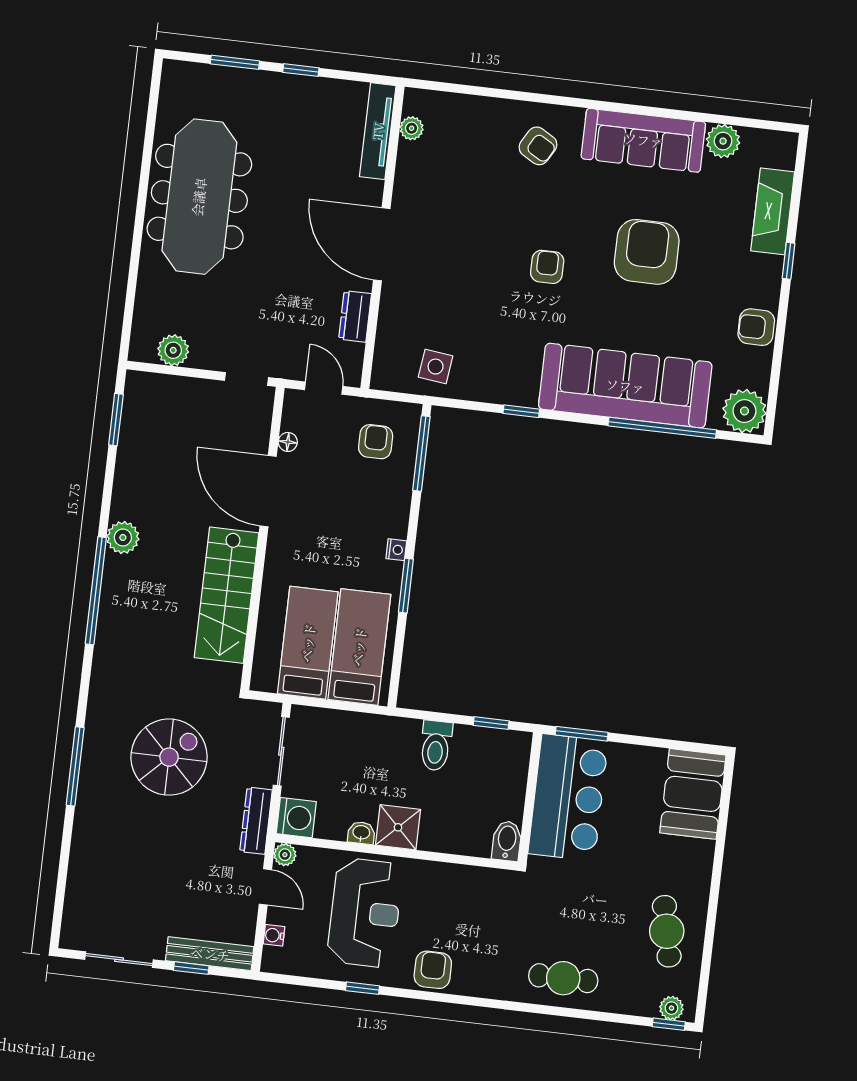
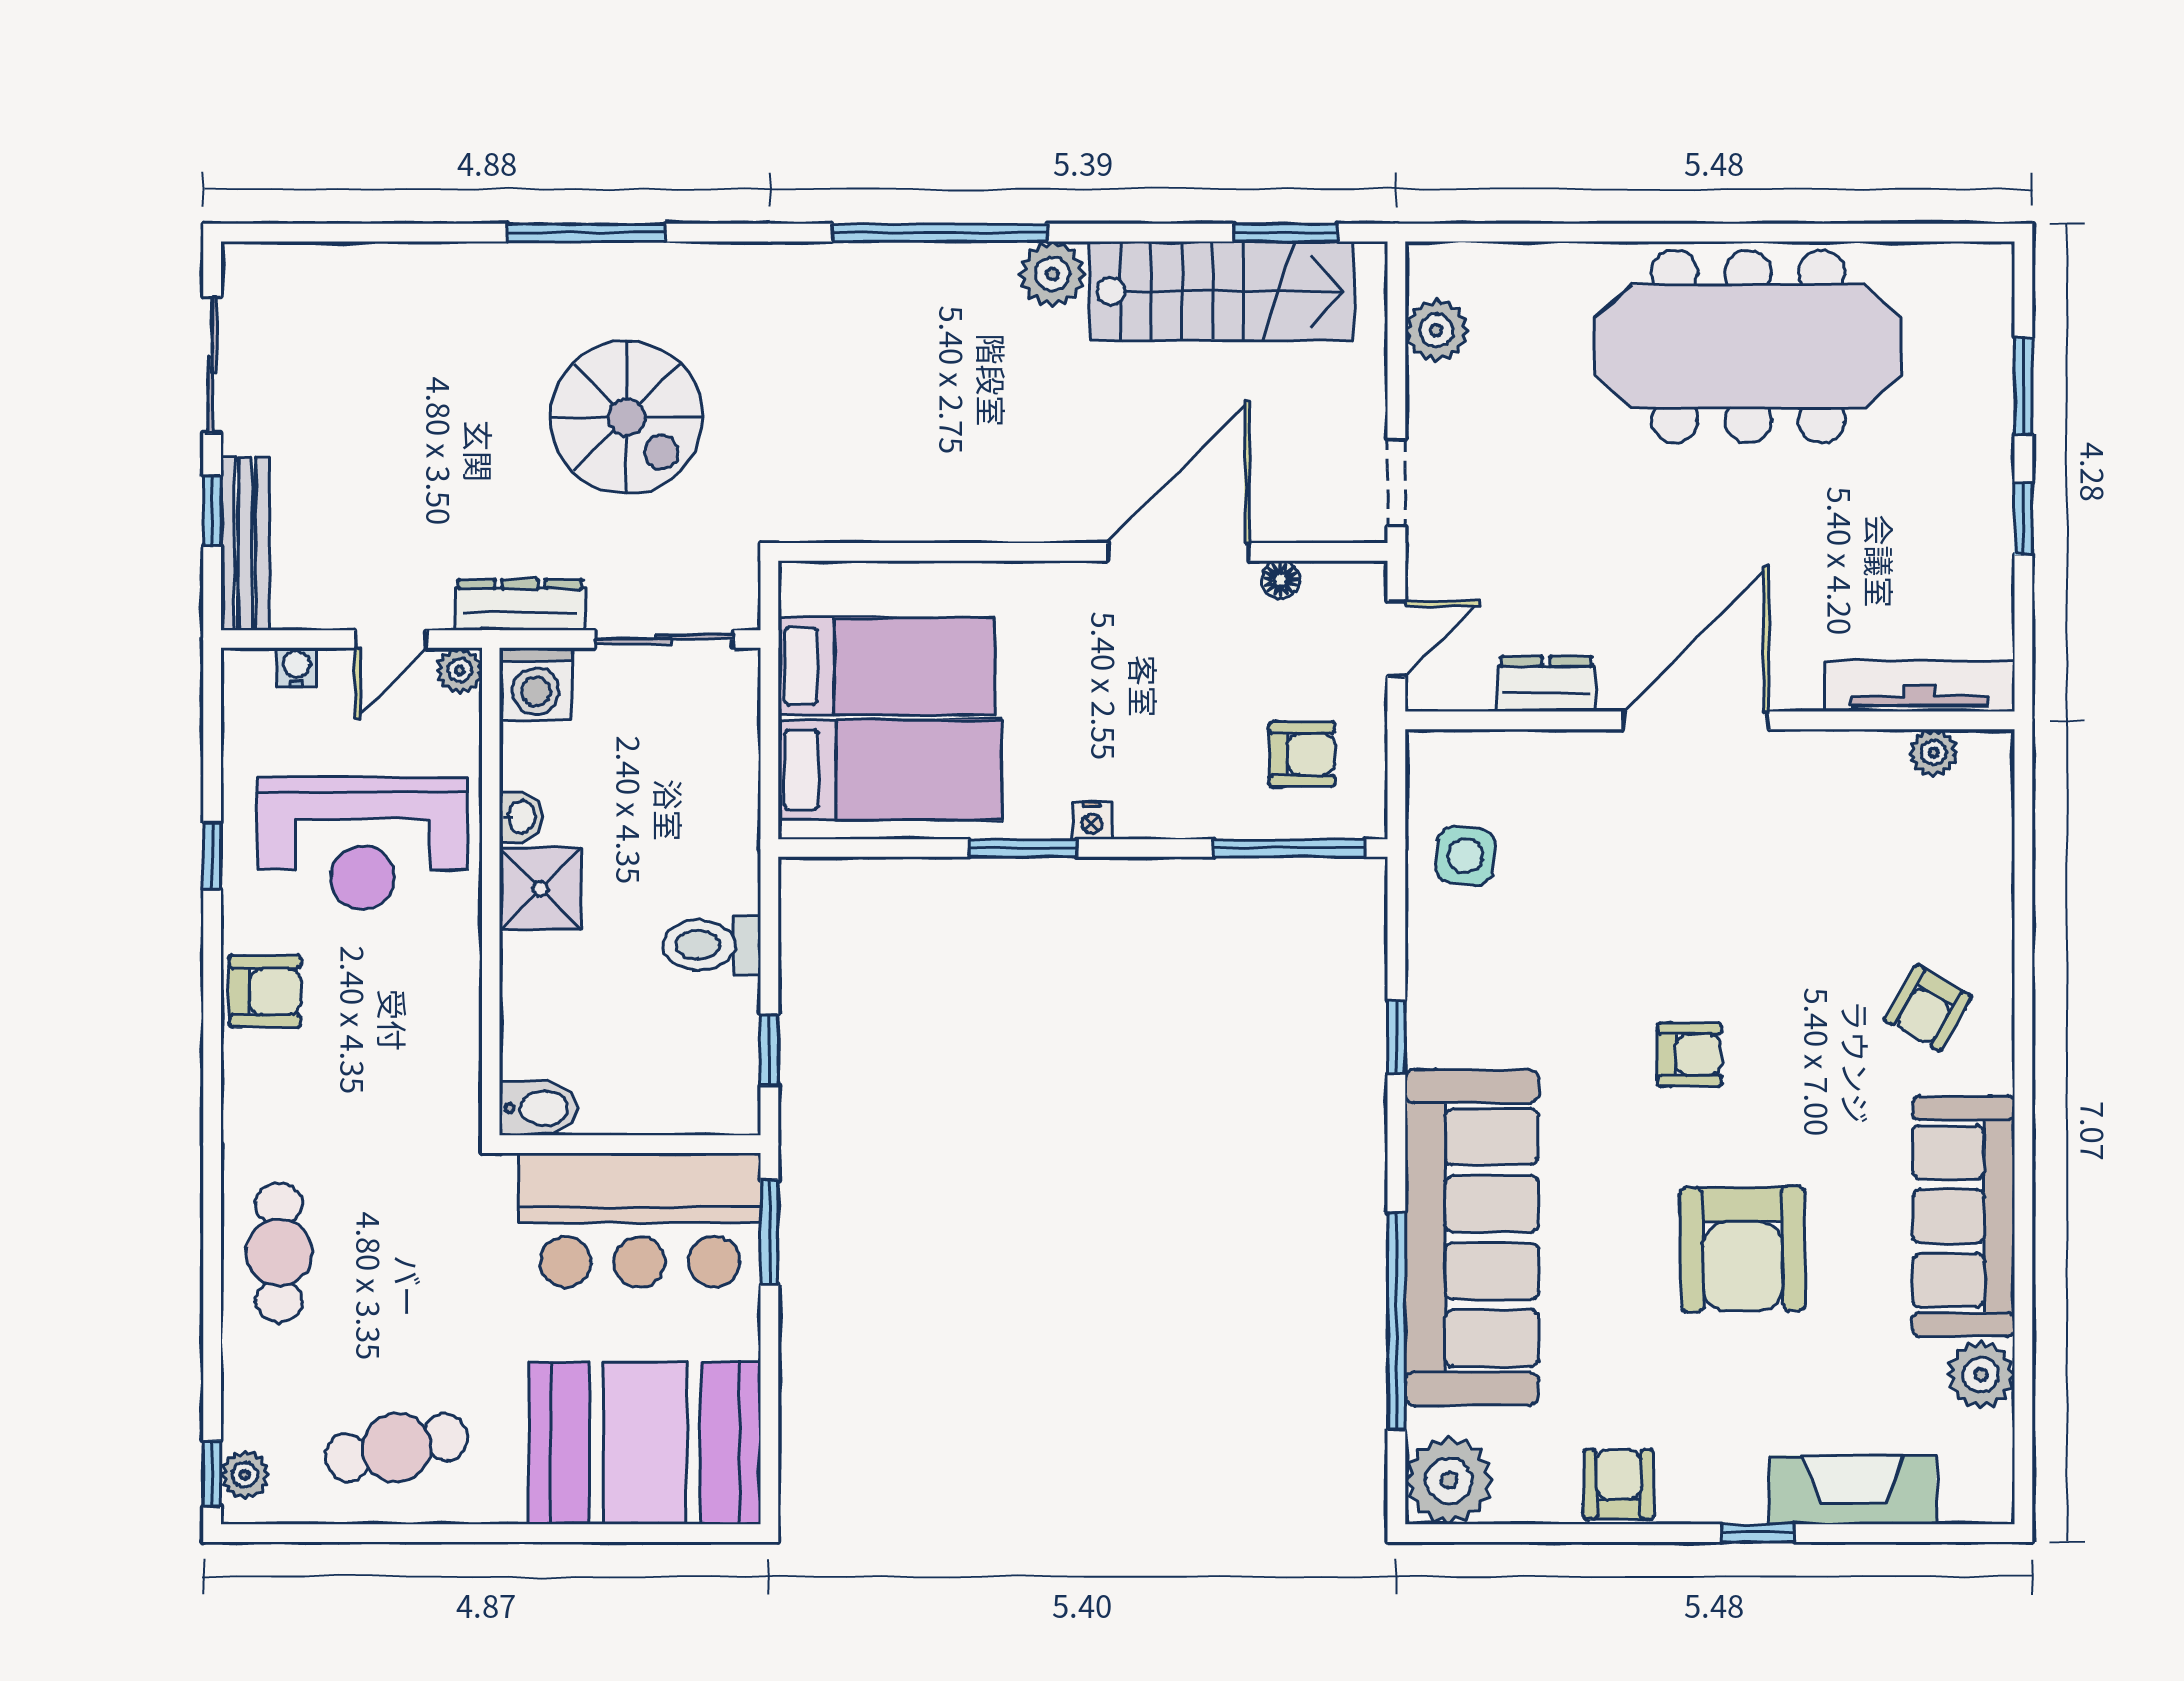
armchair: (647, 252) -> (1743, 1249), turned 89
stairs: (227, 595) -> (1221, 291), moved, turned 180
booth: (693, 794) -> (645, 1443), width x1.36, depth x1.42

